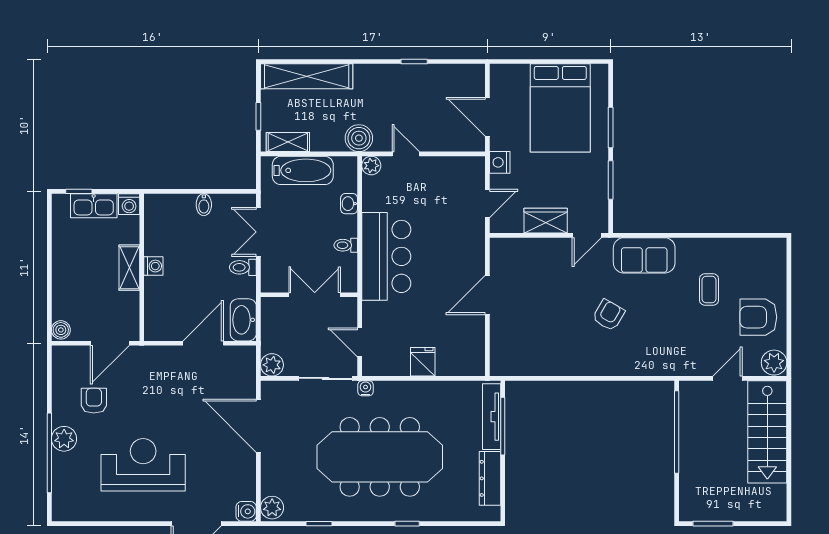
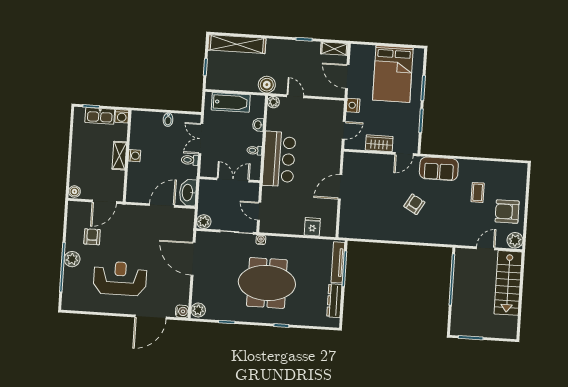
shelving: (288, 142) -> (334, 49), moved
fridge: (423, 362) -> (312, 227), moved
meeting table: (380, 457) -> (267, 283), width x0.73

